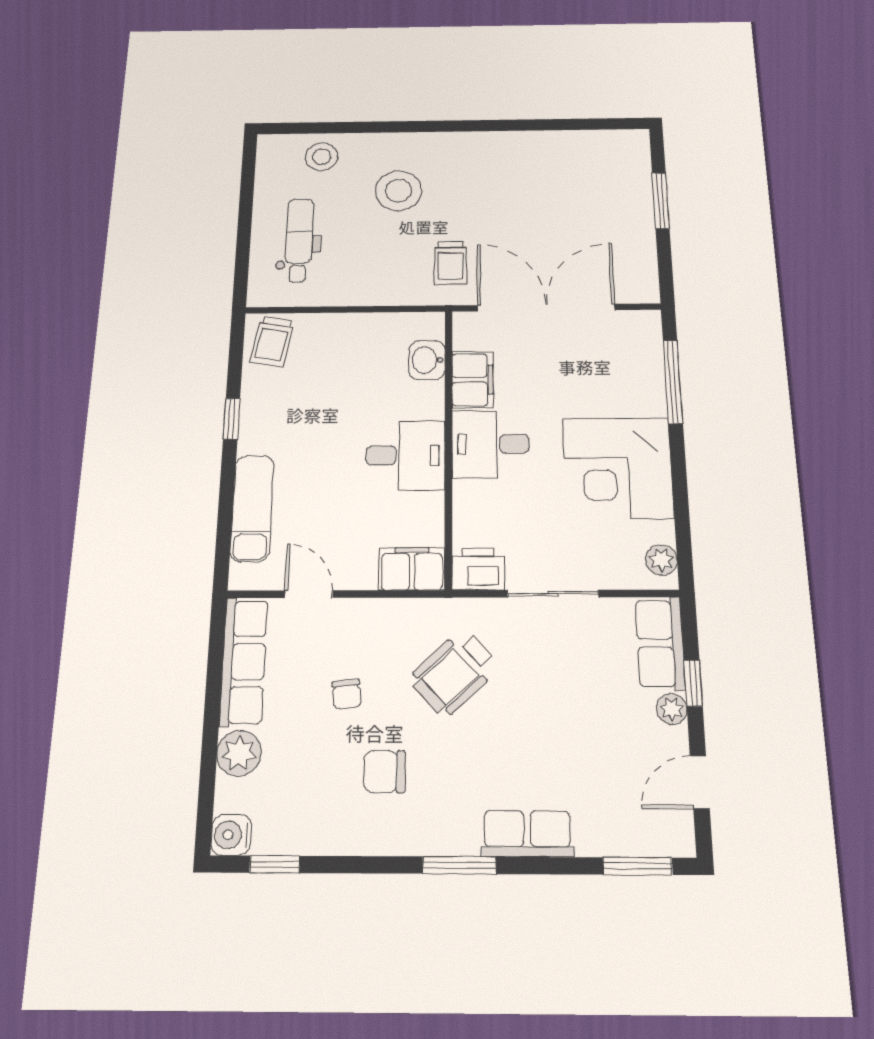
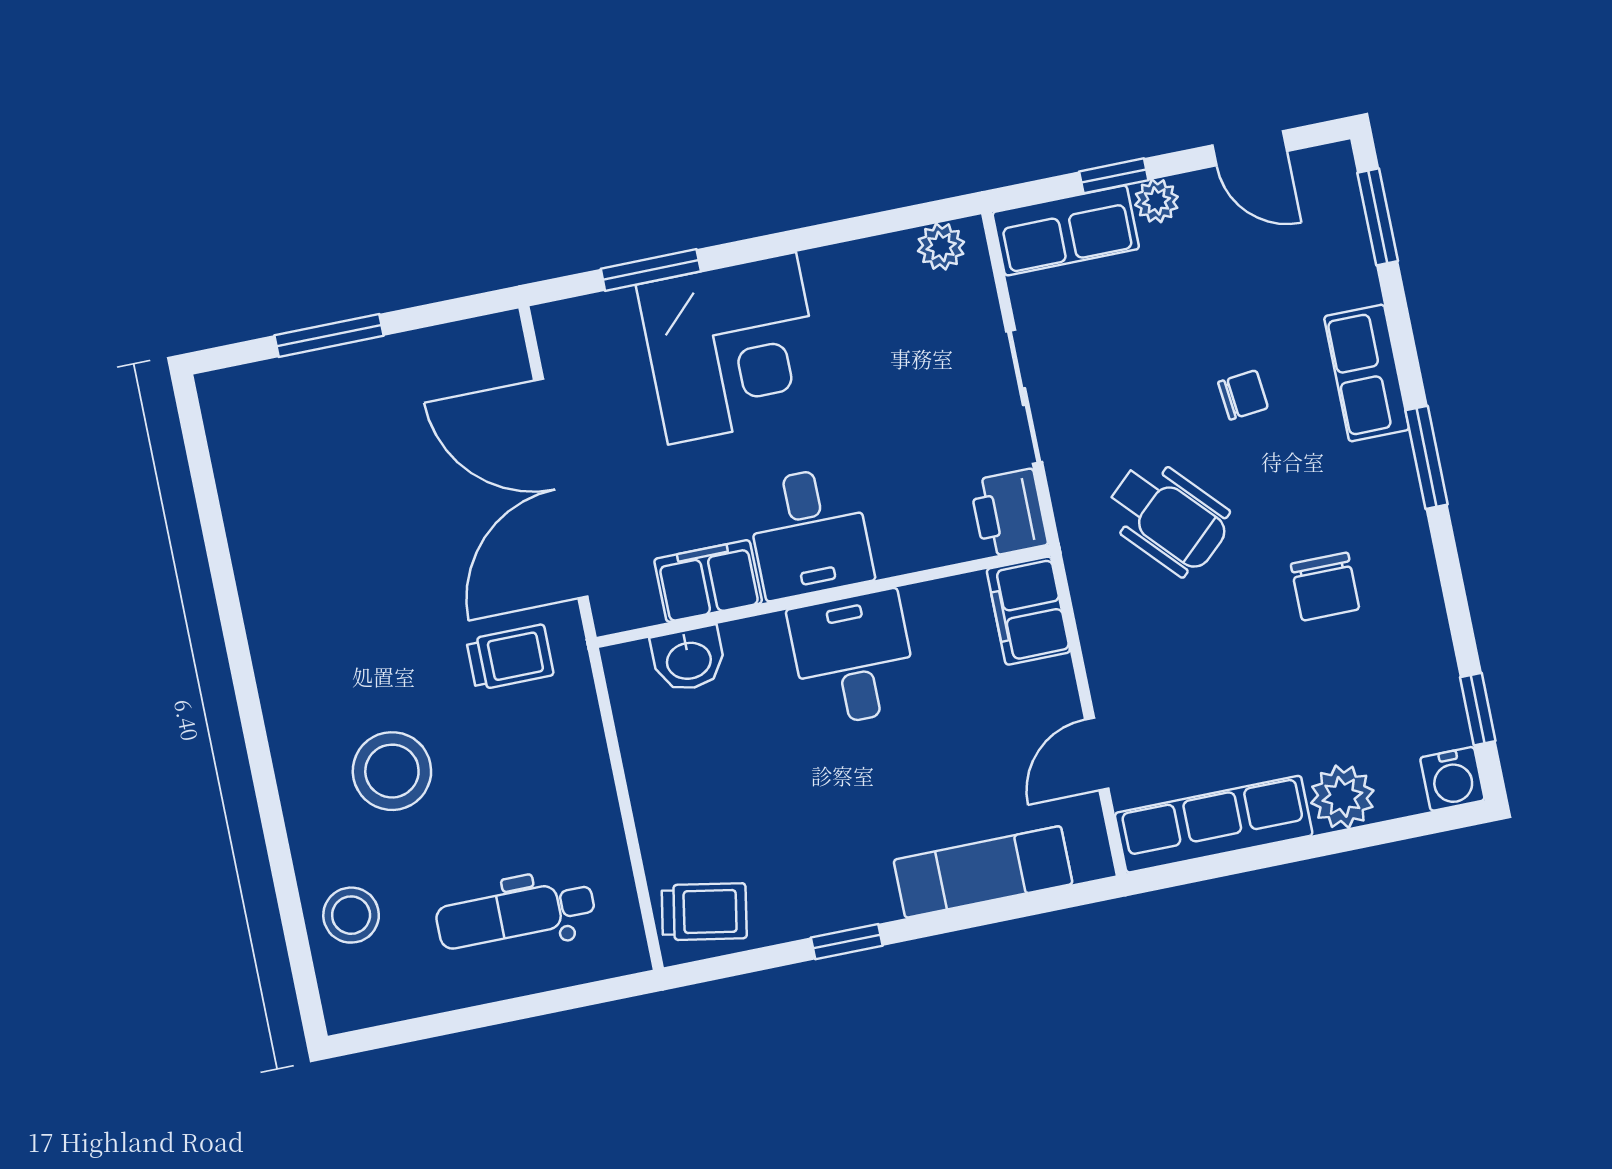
window: (673, 382) -> (651, 270), width x0.69
corner desk: (618, 468) -> (732, 348), moved
chair: (347, 694) -> (1243, 395), moved

